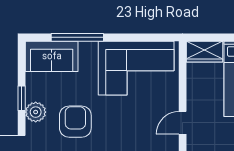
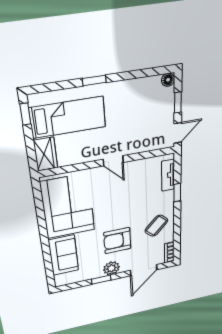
window: (77, 37) -> (47, 254), removed
sofa: (52, 56) -> (64, 255), moved

